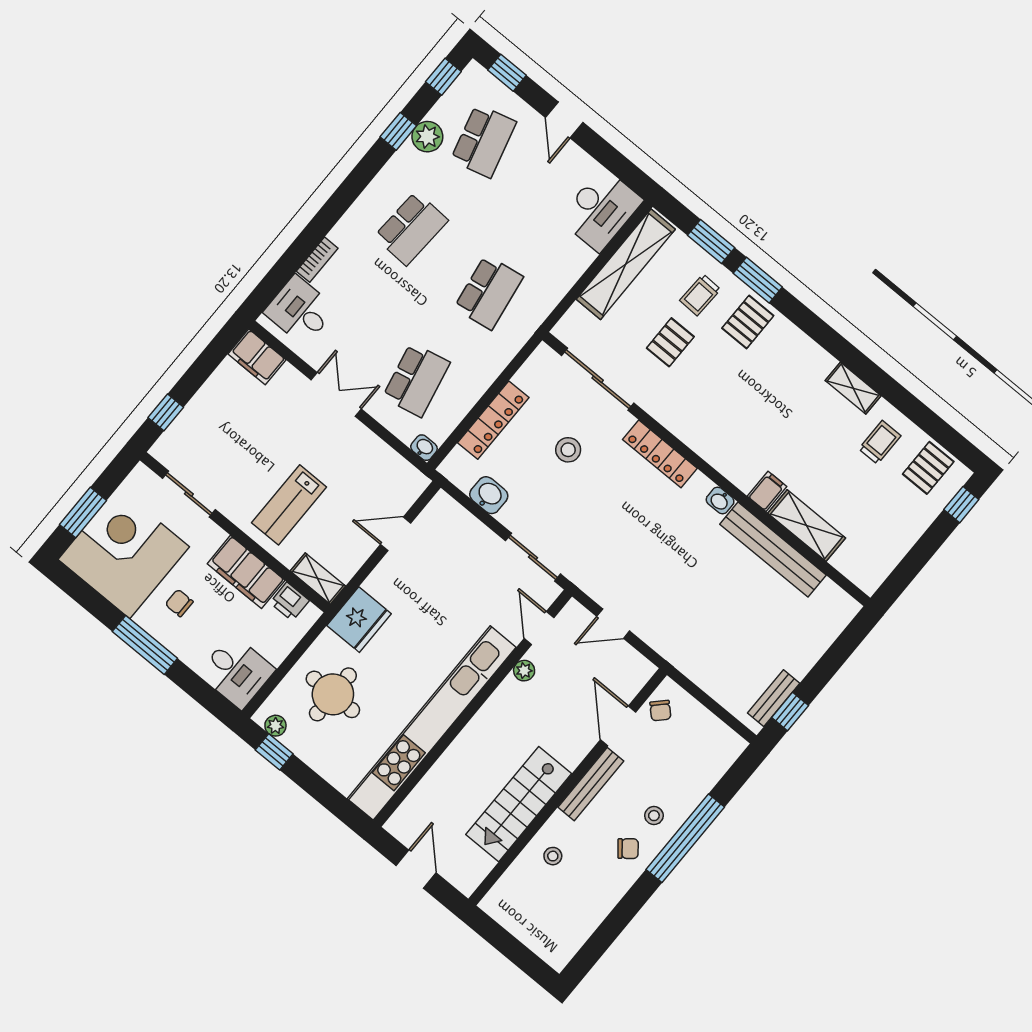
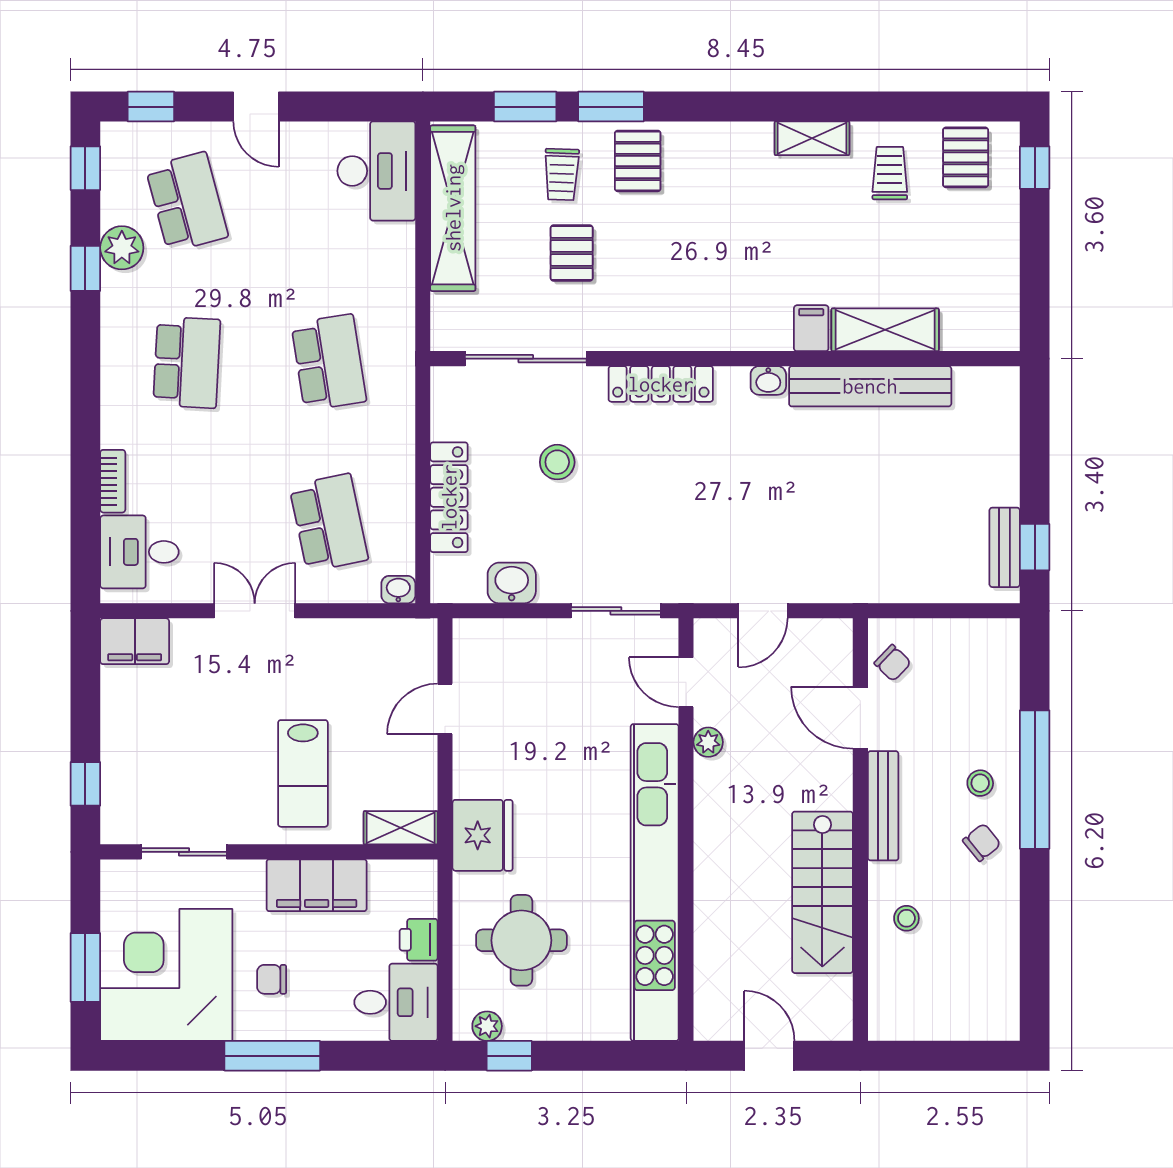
printer: (290, 602) -> (419, 940), moved, turned 90

